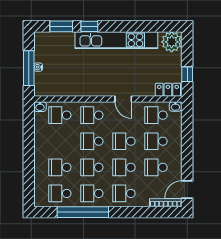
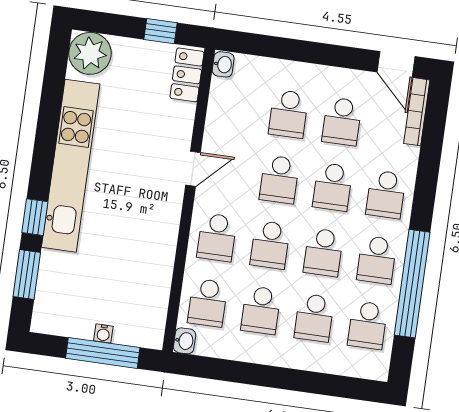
school desk: (156, 115) -> (261, 310), moved

